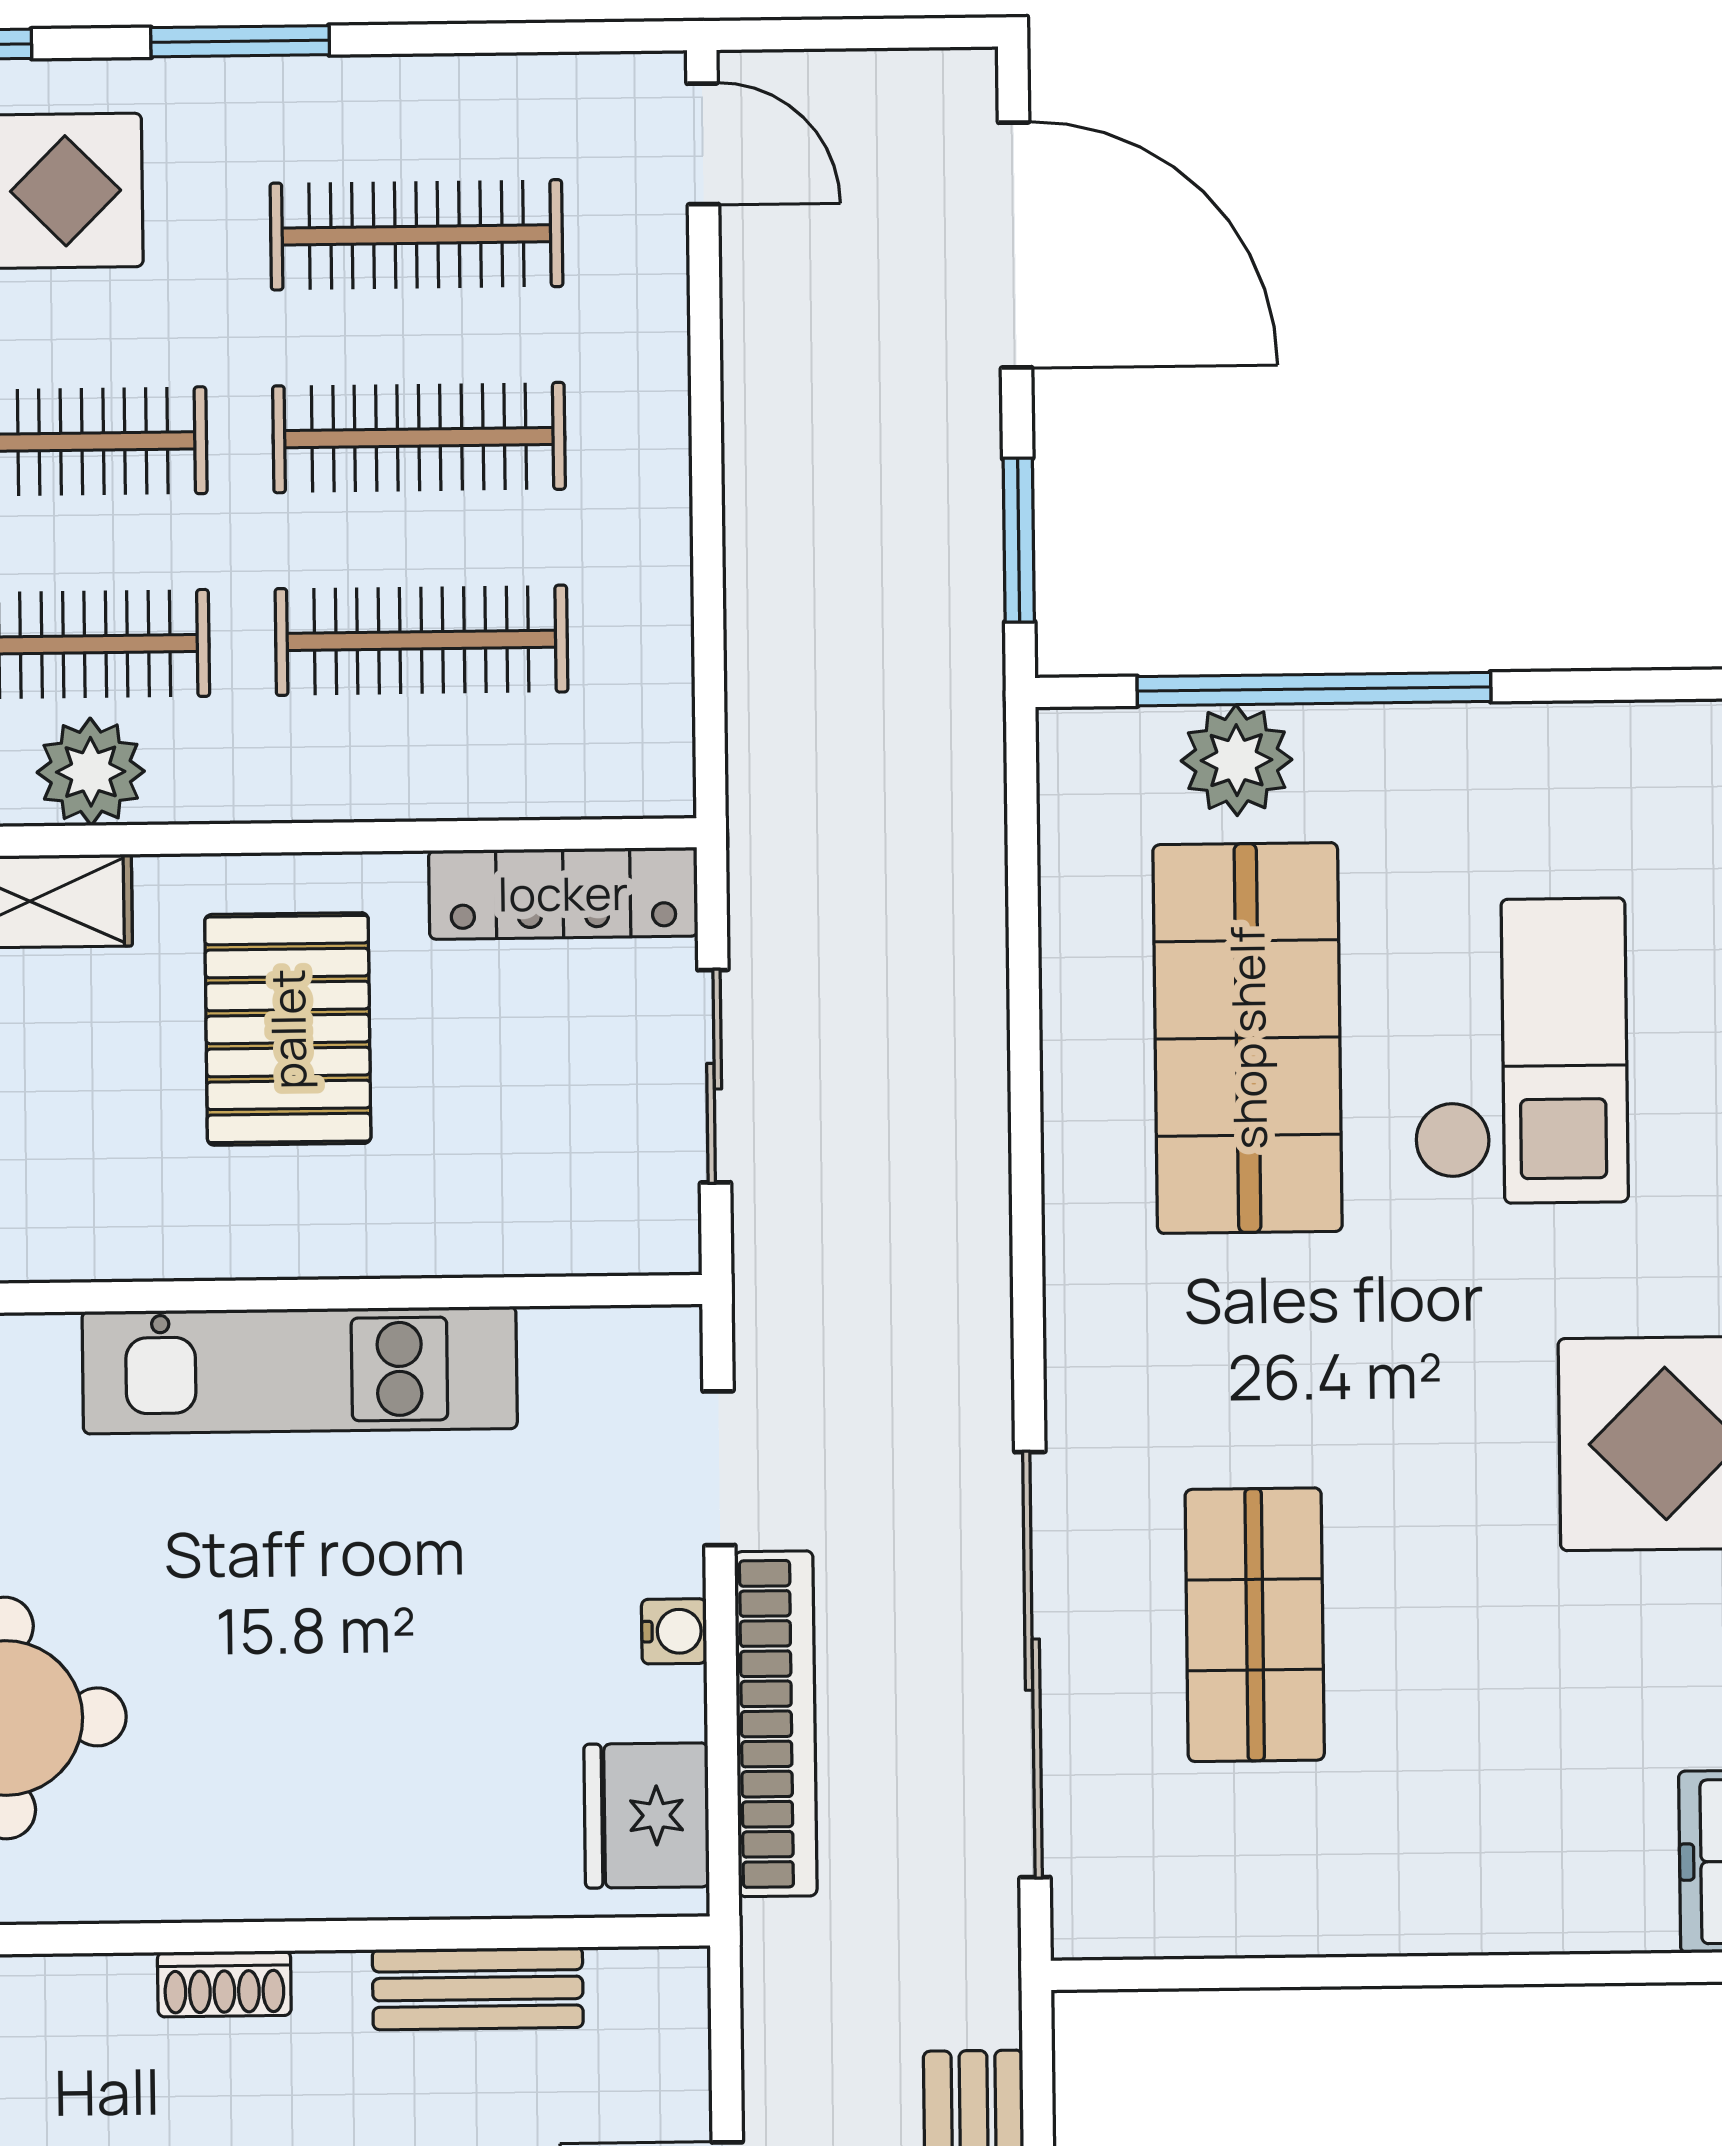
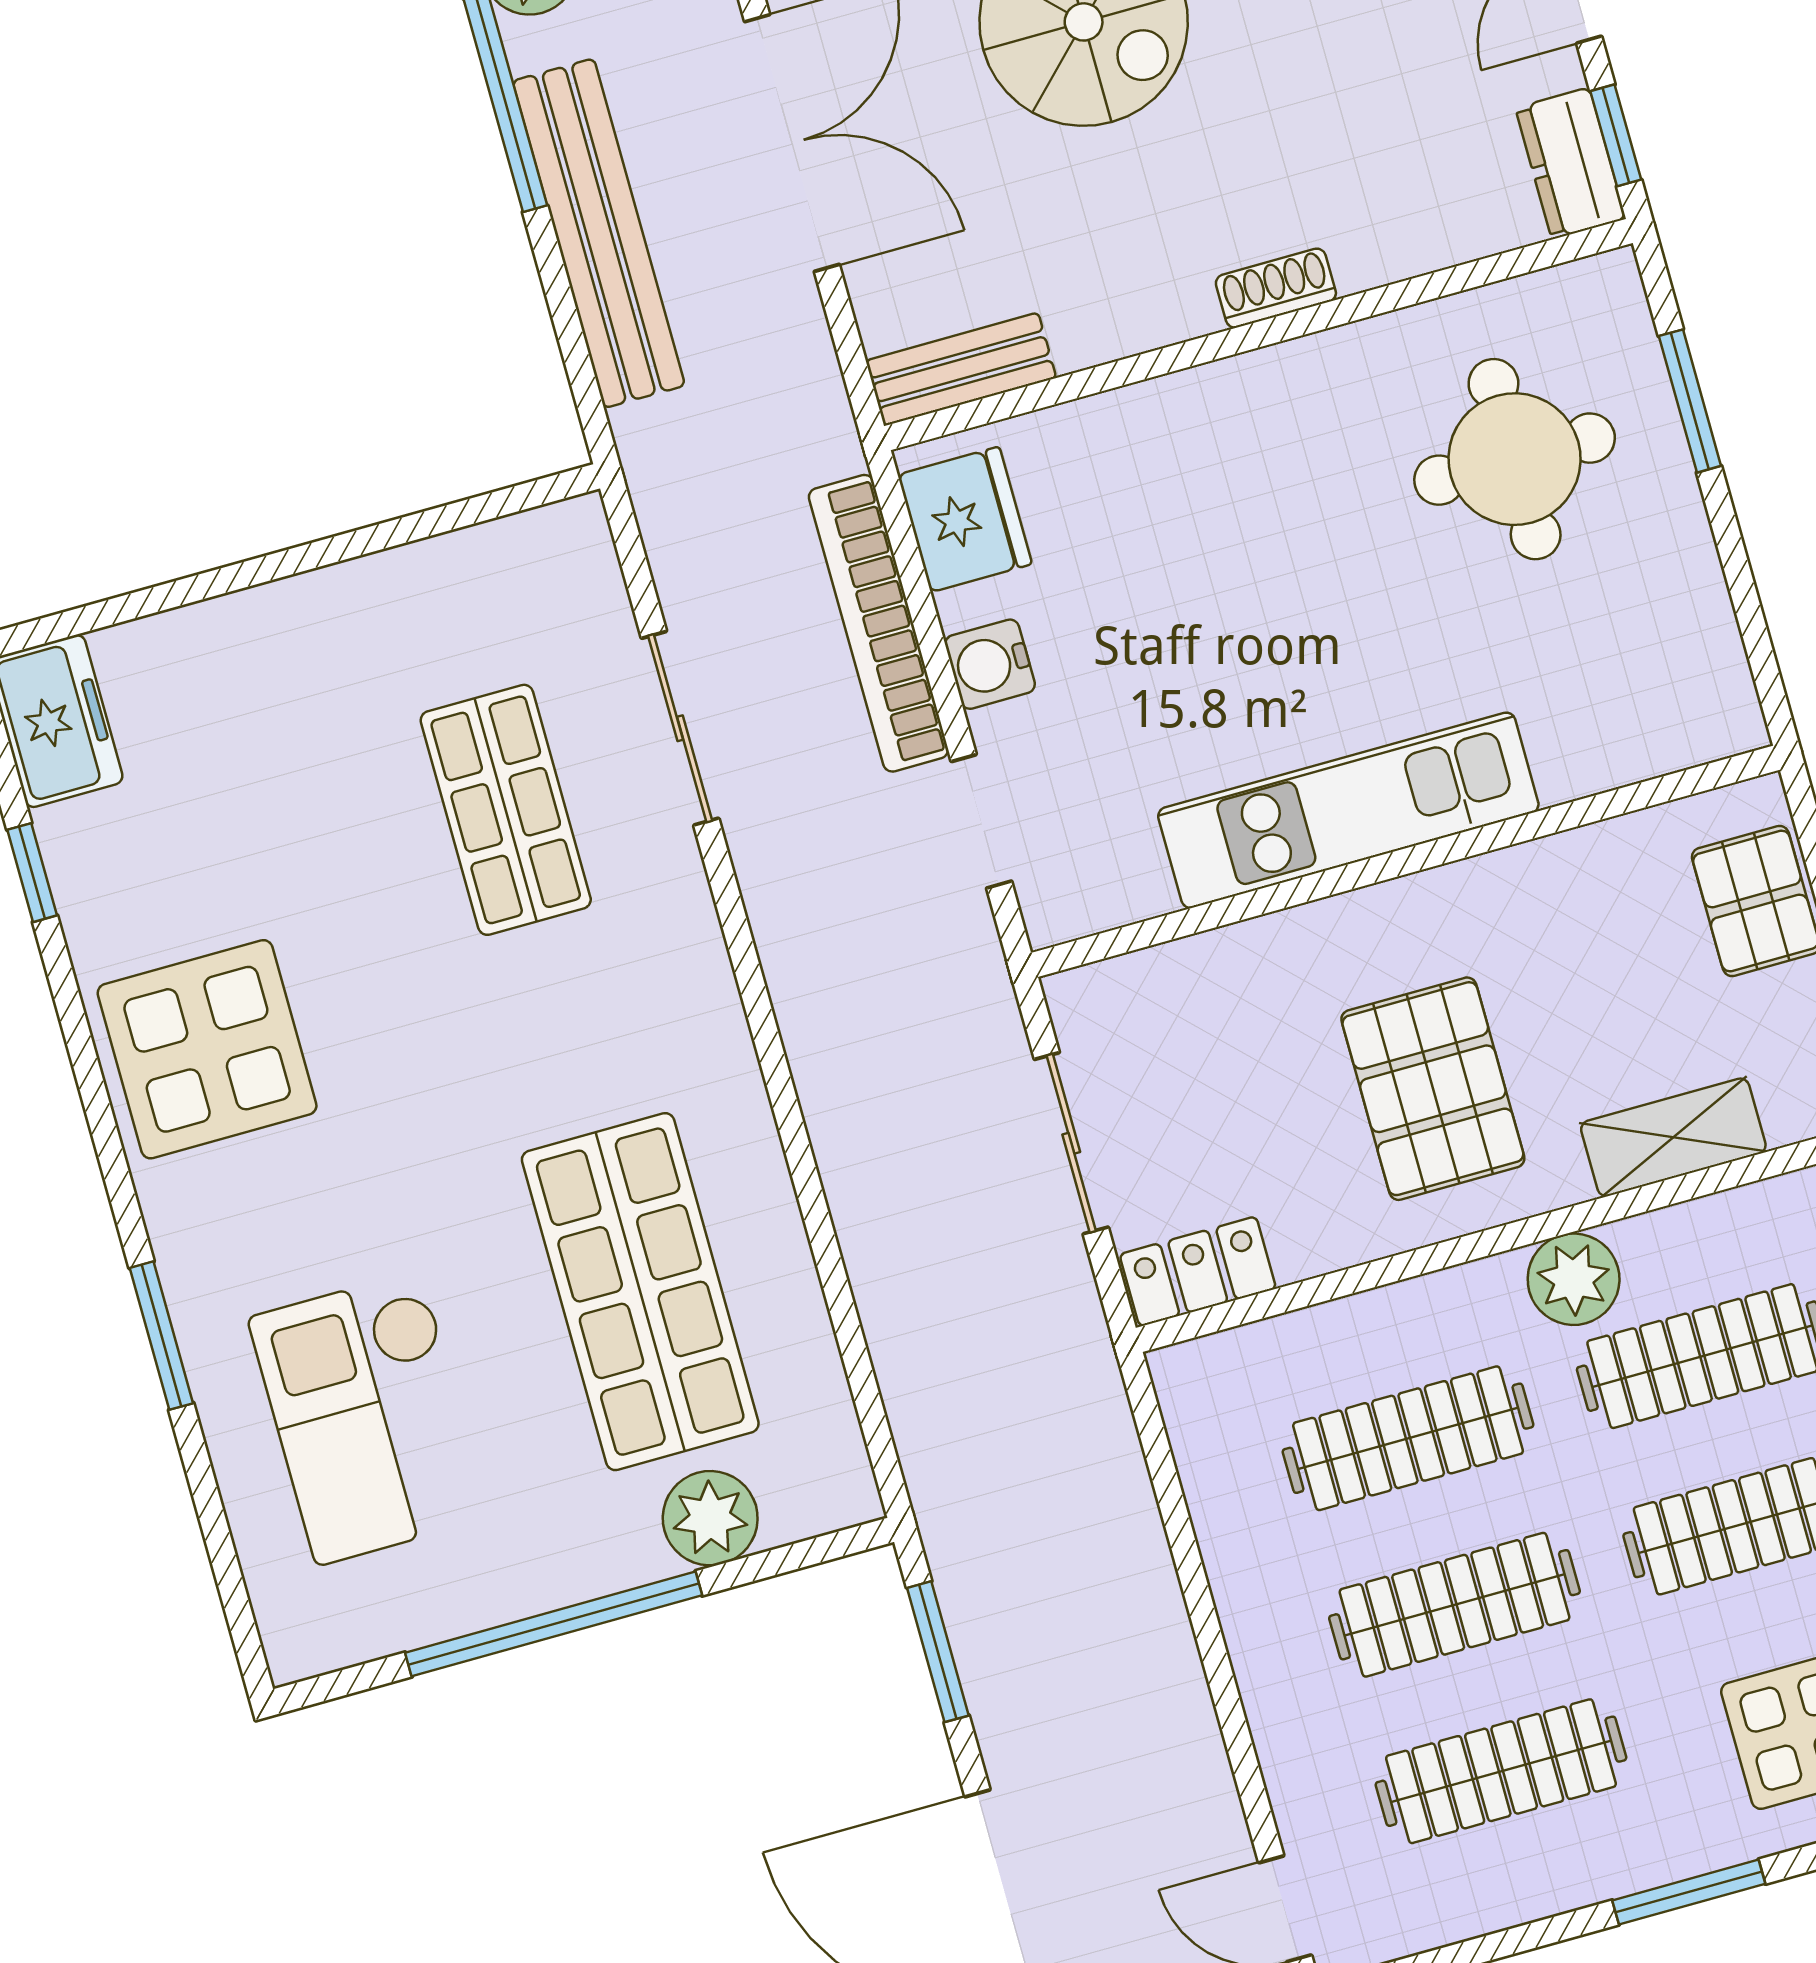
window: (1314, 689) -> (554, 1624), moved
plant: (91, 772) -> (1574, 1279), moved
locker: (563, 893) -> (1198, 1271), width x0.66
checkout: (1520, 1051) -> (369, 1418), moved
water cooler: (674, 1631) -> (990, 664), width x1.38, depth x1.38
sliding door: (1032, 1665) -> (680, 728), width x0.54
bench: (478, 1988) -> (961, 369), moved

